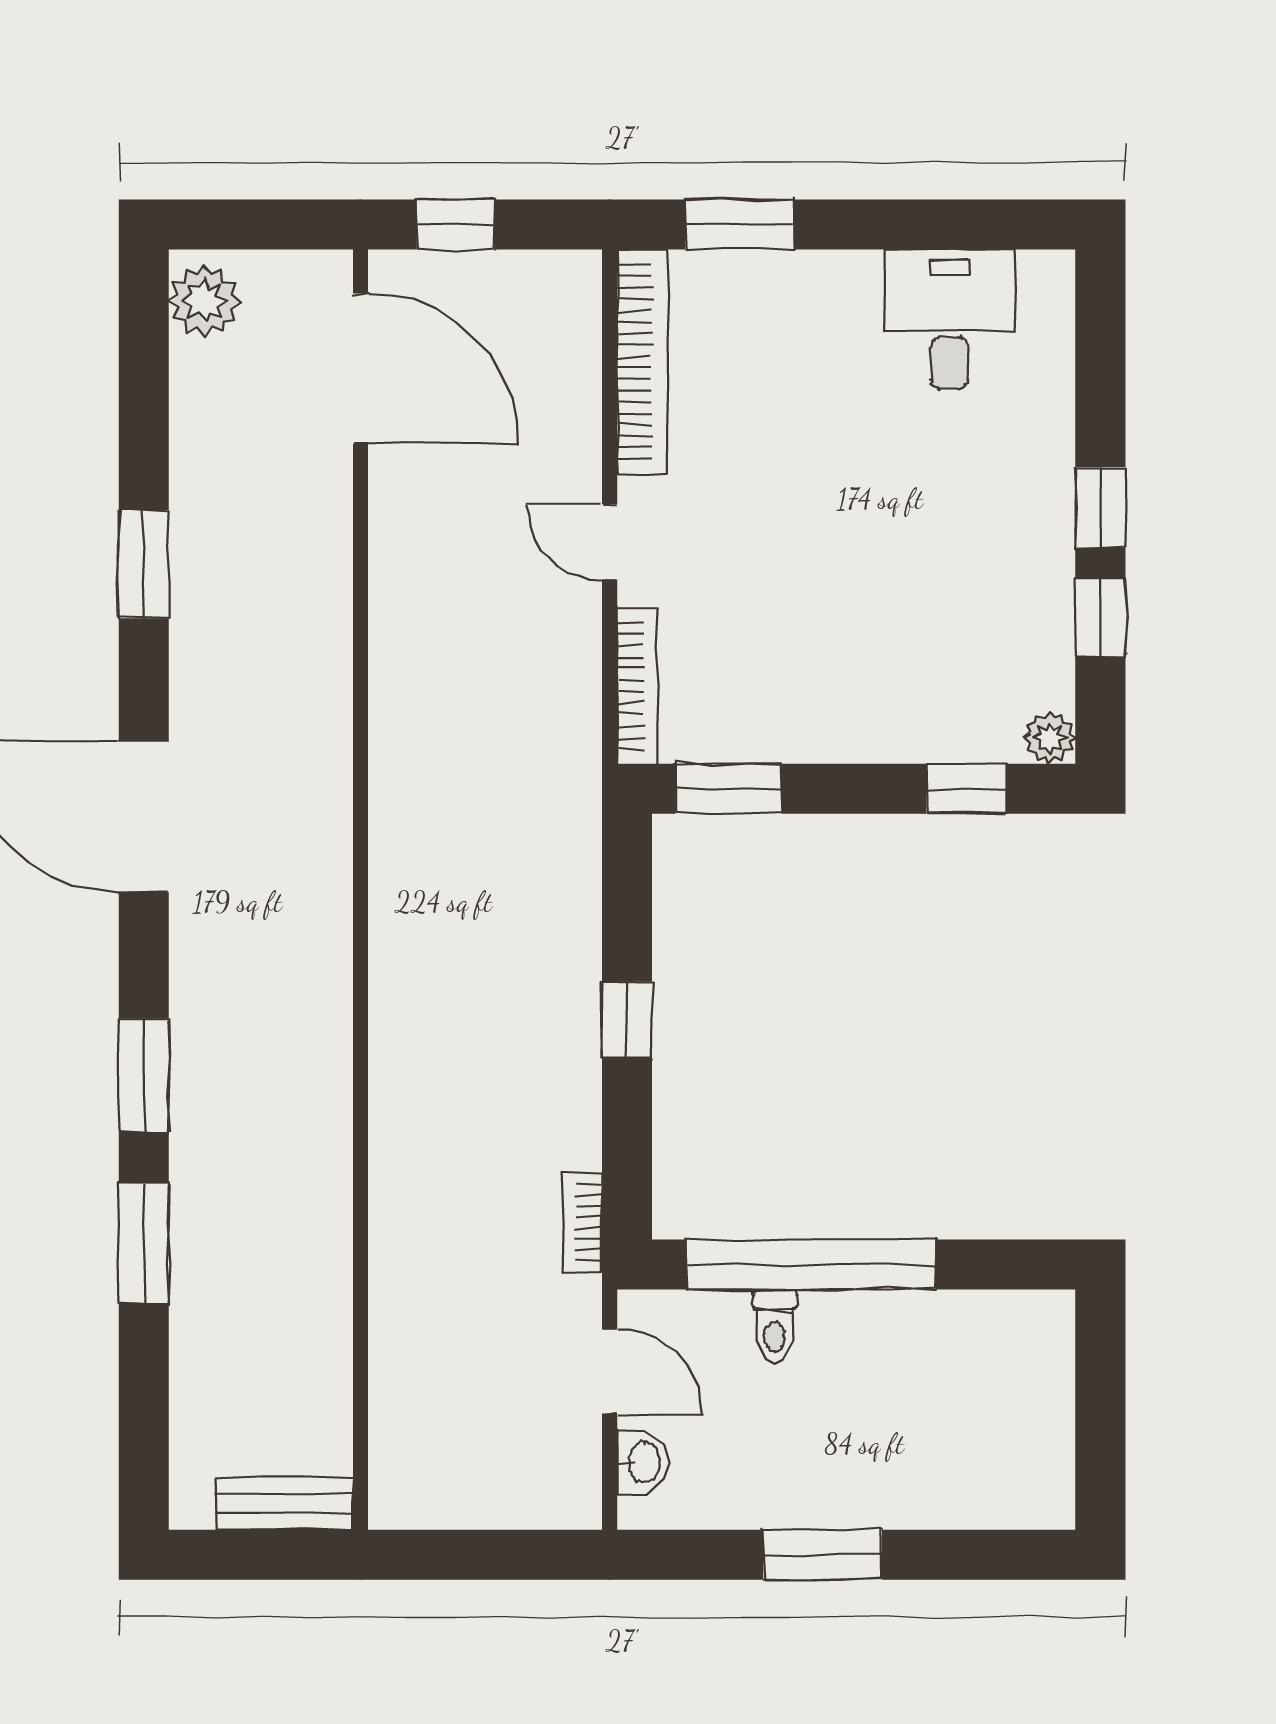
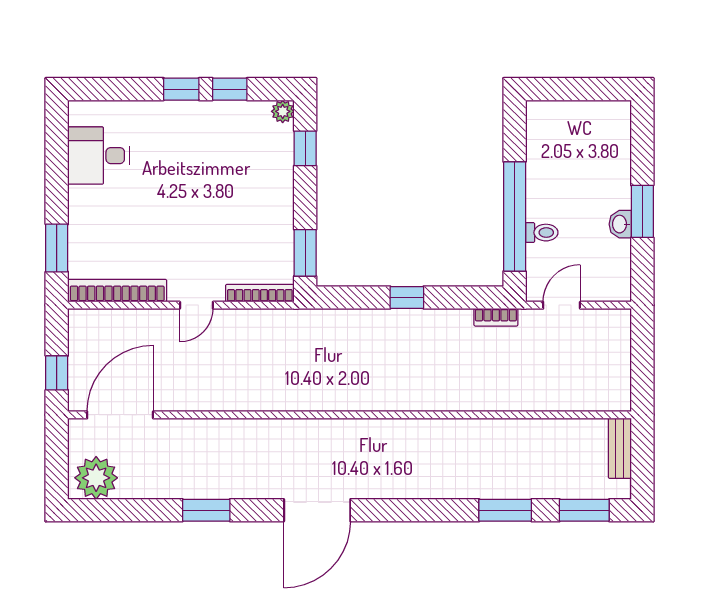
plant: (205, 301) -> (96, 478), width x1.36, depth x1.36
window: (144, 1075) -> (584, 510), moved
washbasin: (642, 1462) -> (620, 224), moved, turned -90

